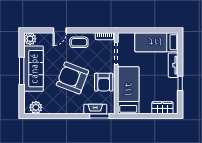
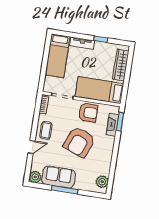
door: (60, 30) -> (32, 147), hinge flipped
sofa: (34, 69) -> (59, 177), width x0.73
wardrobe: (162, 108) -> (121, 65), width x1.50

